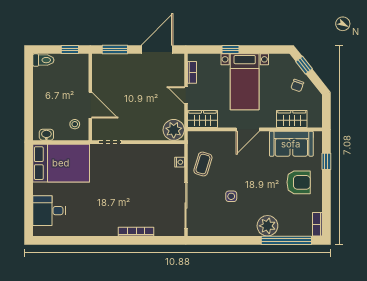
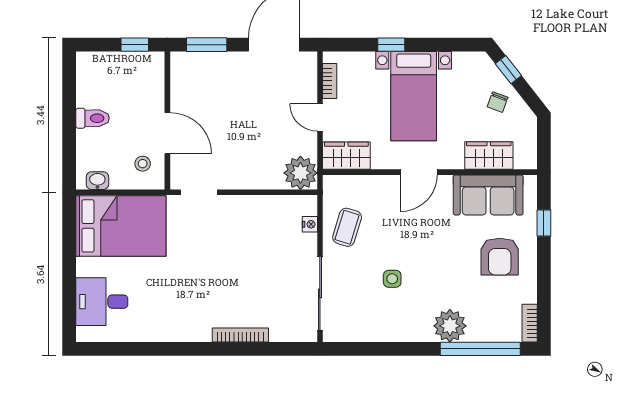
toilet: (43, 60) -> (92, 118), moved
armchair: (299, 182) -> (500, 257), turned 90

